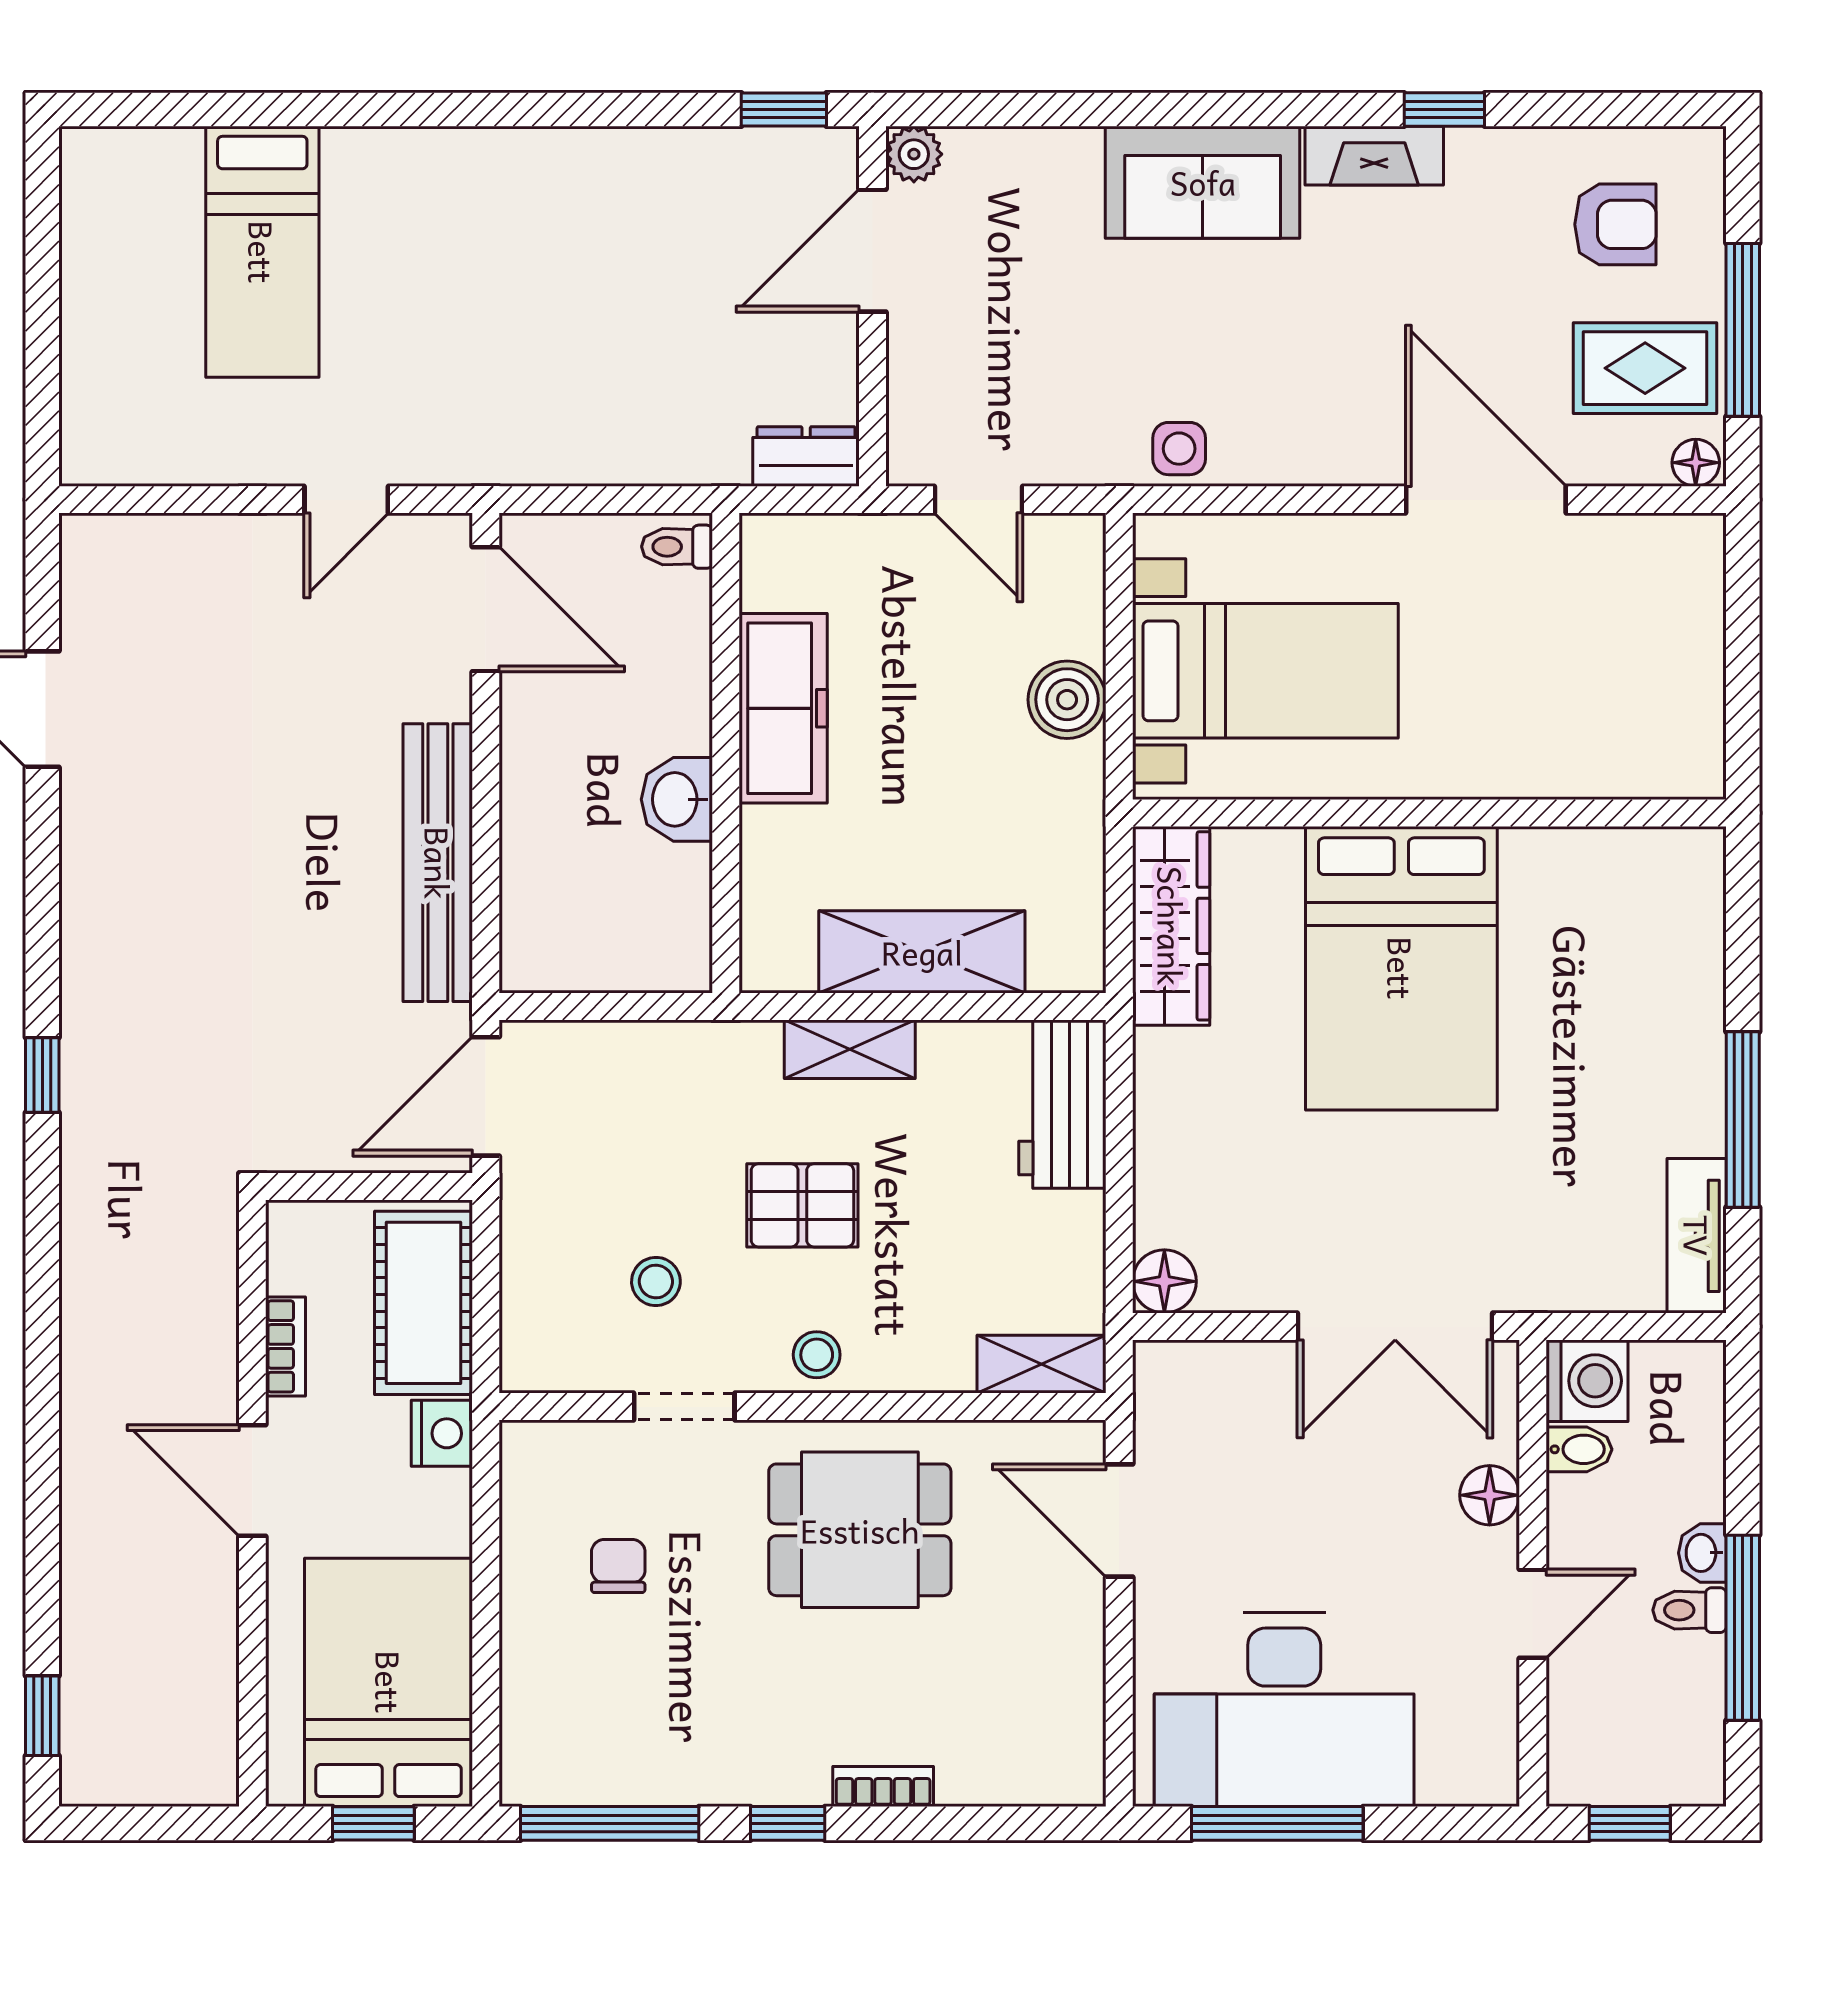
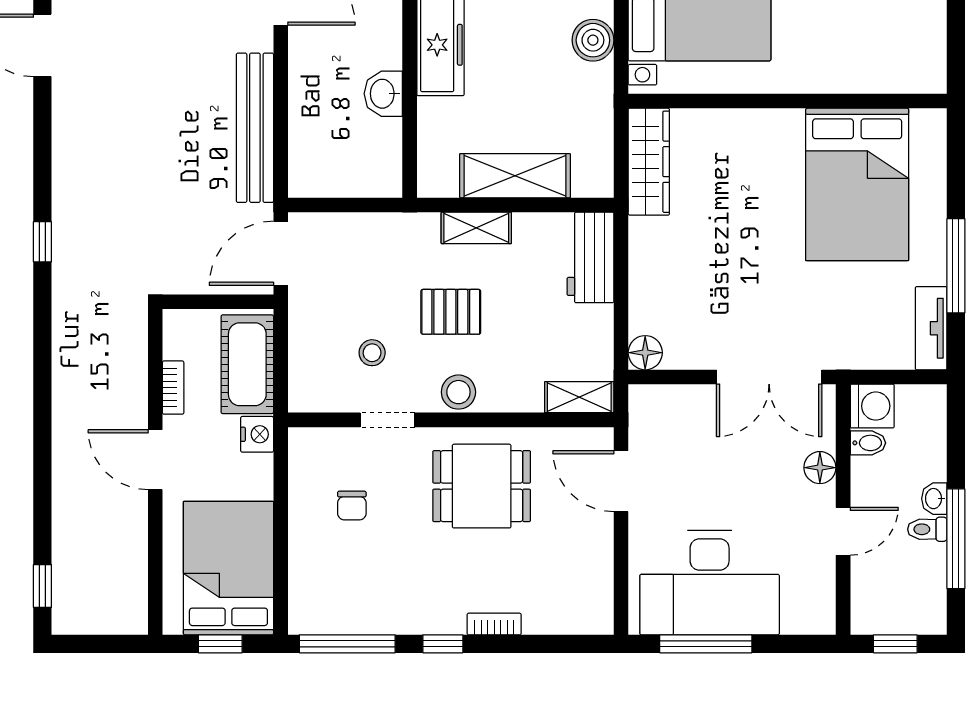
bed: (1401, 968) -> (857, 184), moved
stool: (817, 1355) -> (458, 392), width x1.37, depth x1.37
chair: (618, 1566) -> (352, 506), turned 180

